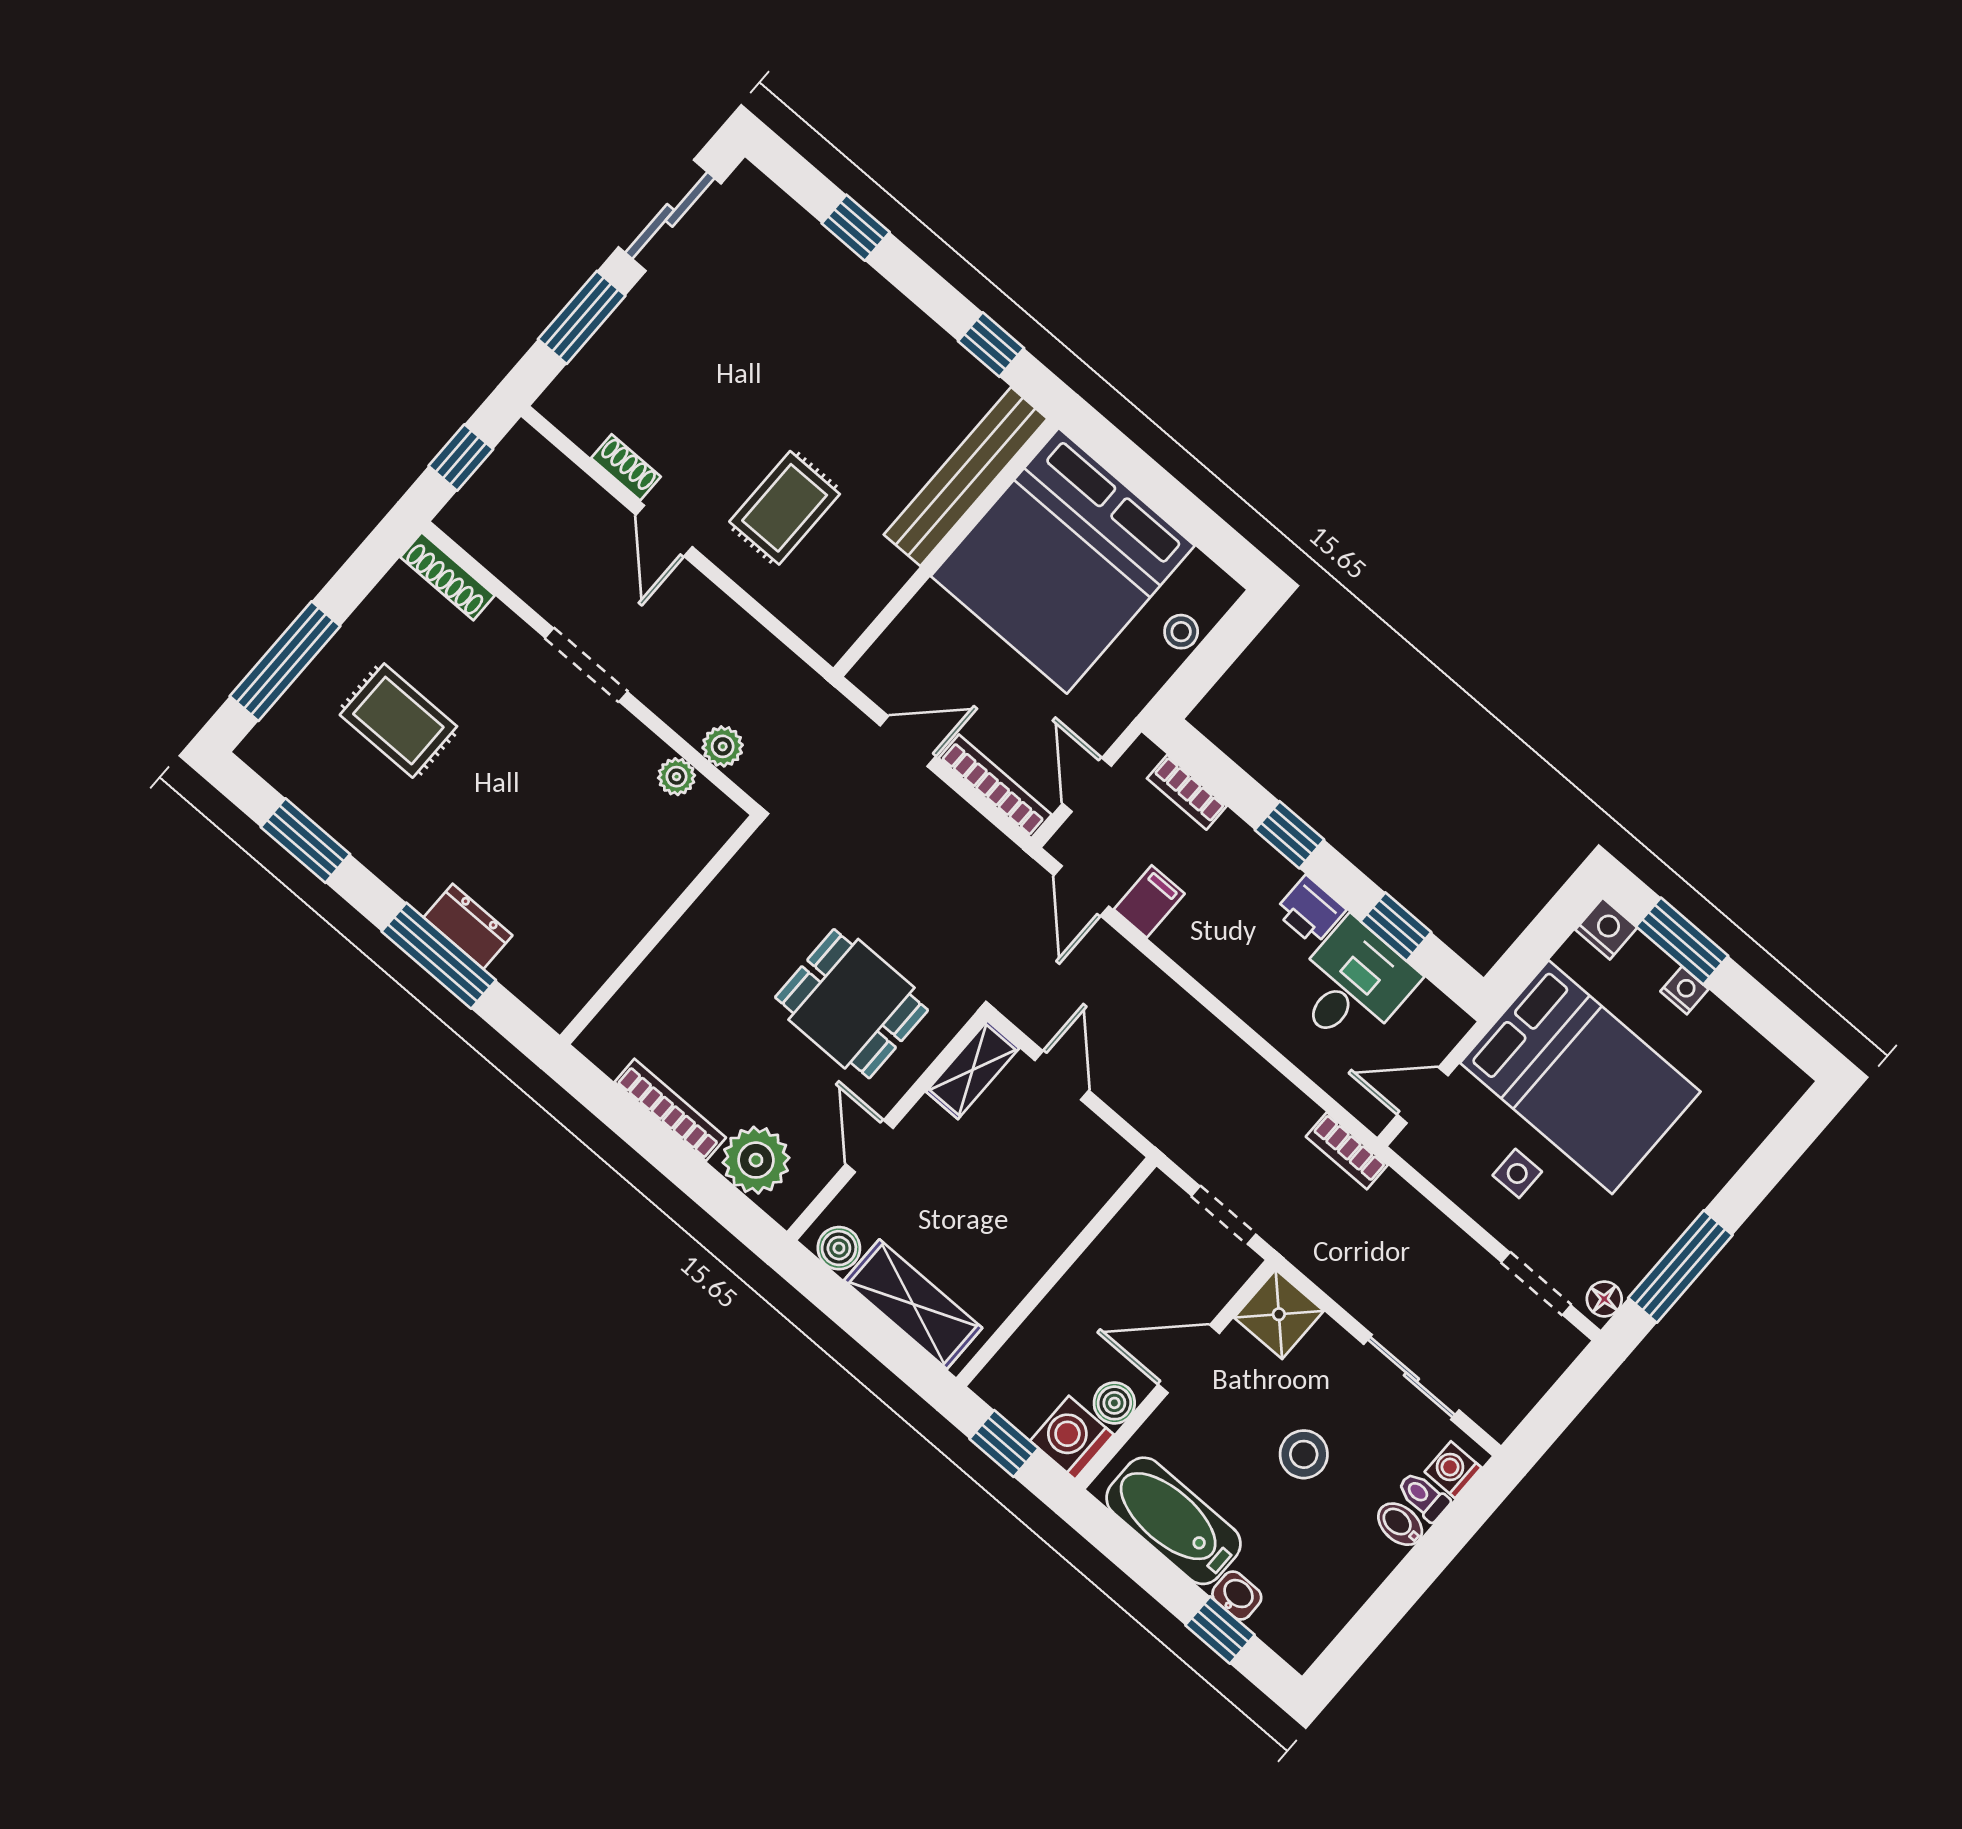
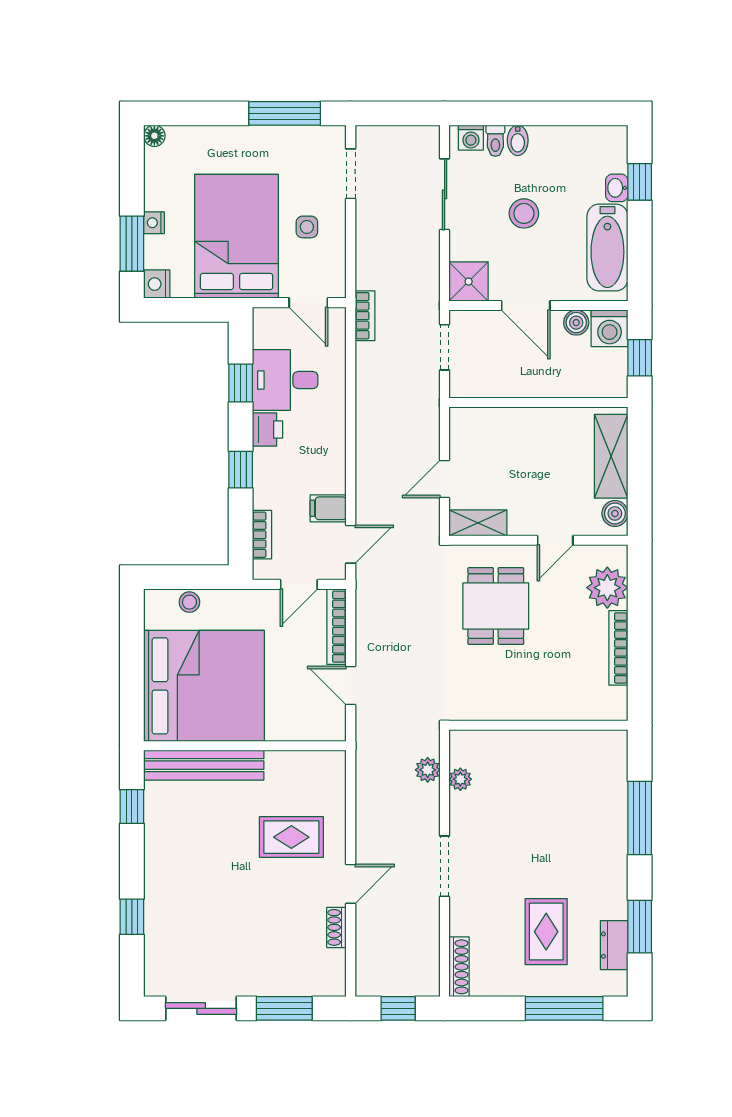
dresser: (468, 926) -> (614, 945), moved
floor lamp: (1604, 1299) -> (154, 136), moved

